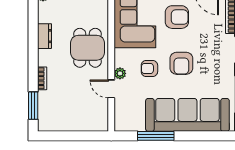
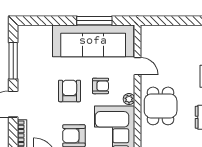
plant: (120, 73) -> (129, 99), moved
sofa: (187, 115) -> (93, 41), moved

